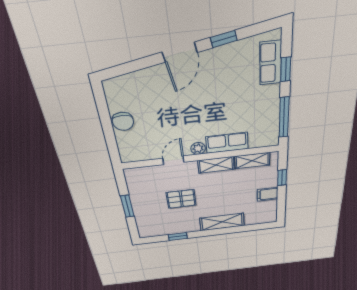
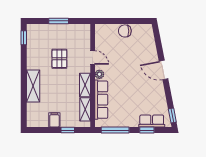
window: (224, 39) -> (172, 116), moved
row of seats: (227, 143) -> (101, 100), width x1.48
window: (178, 236) -> (24, 38), moved

